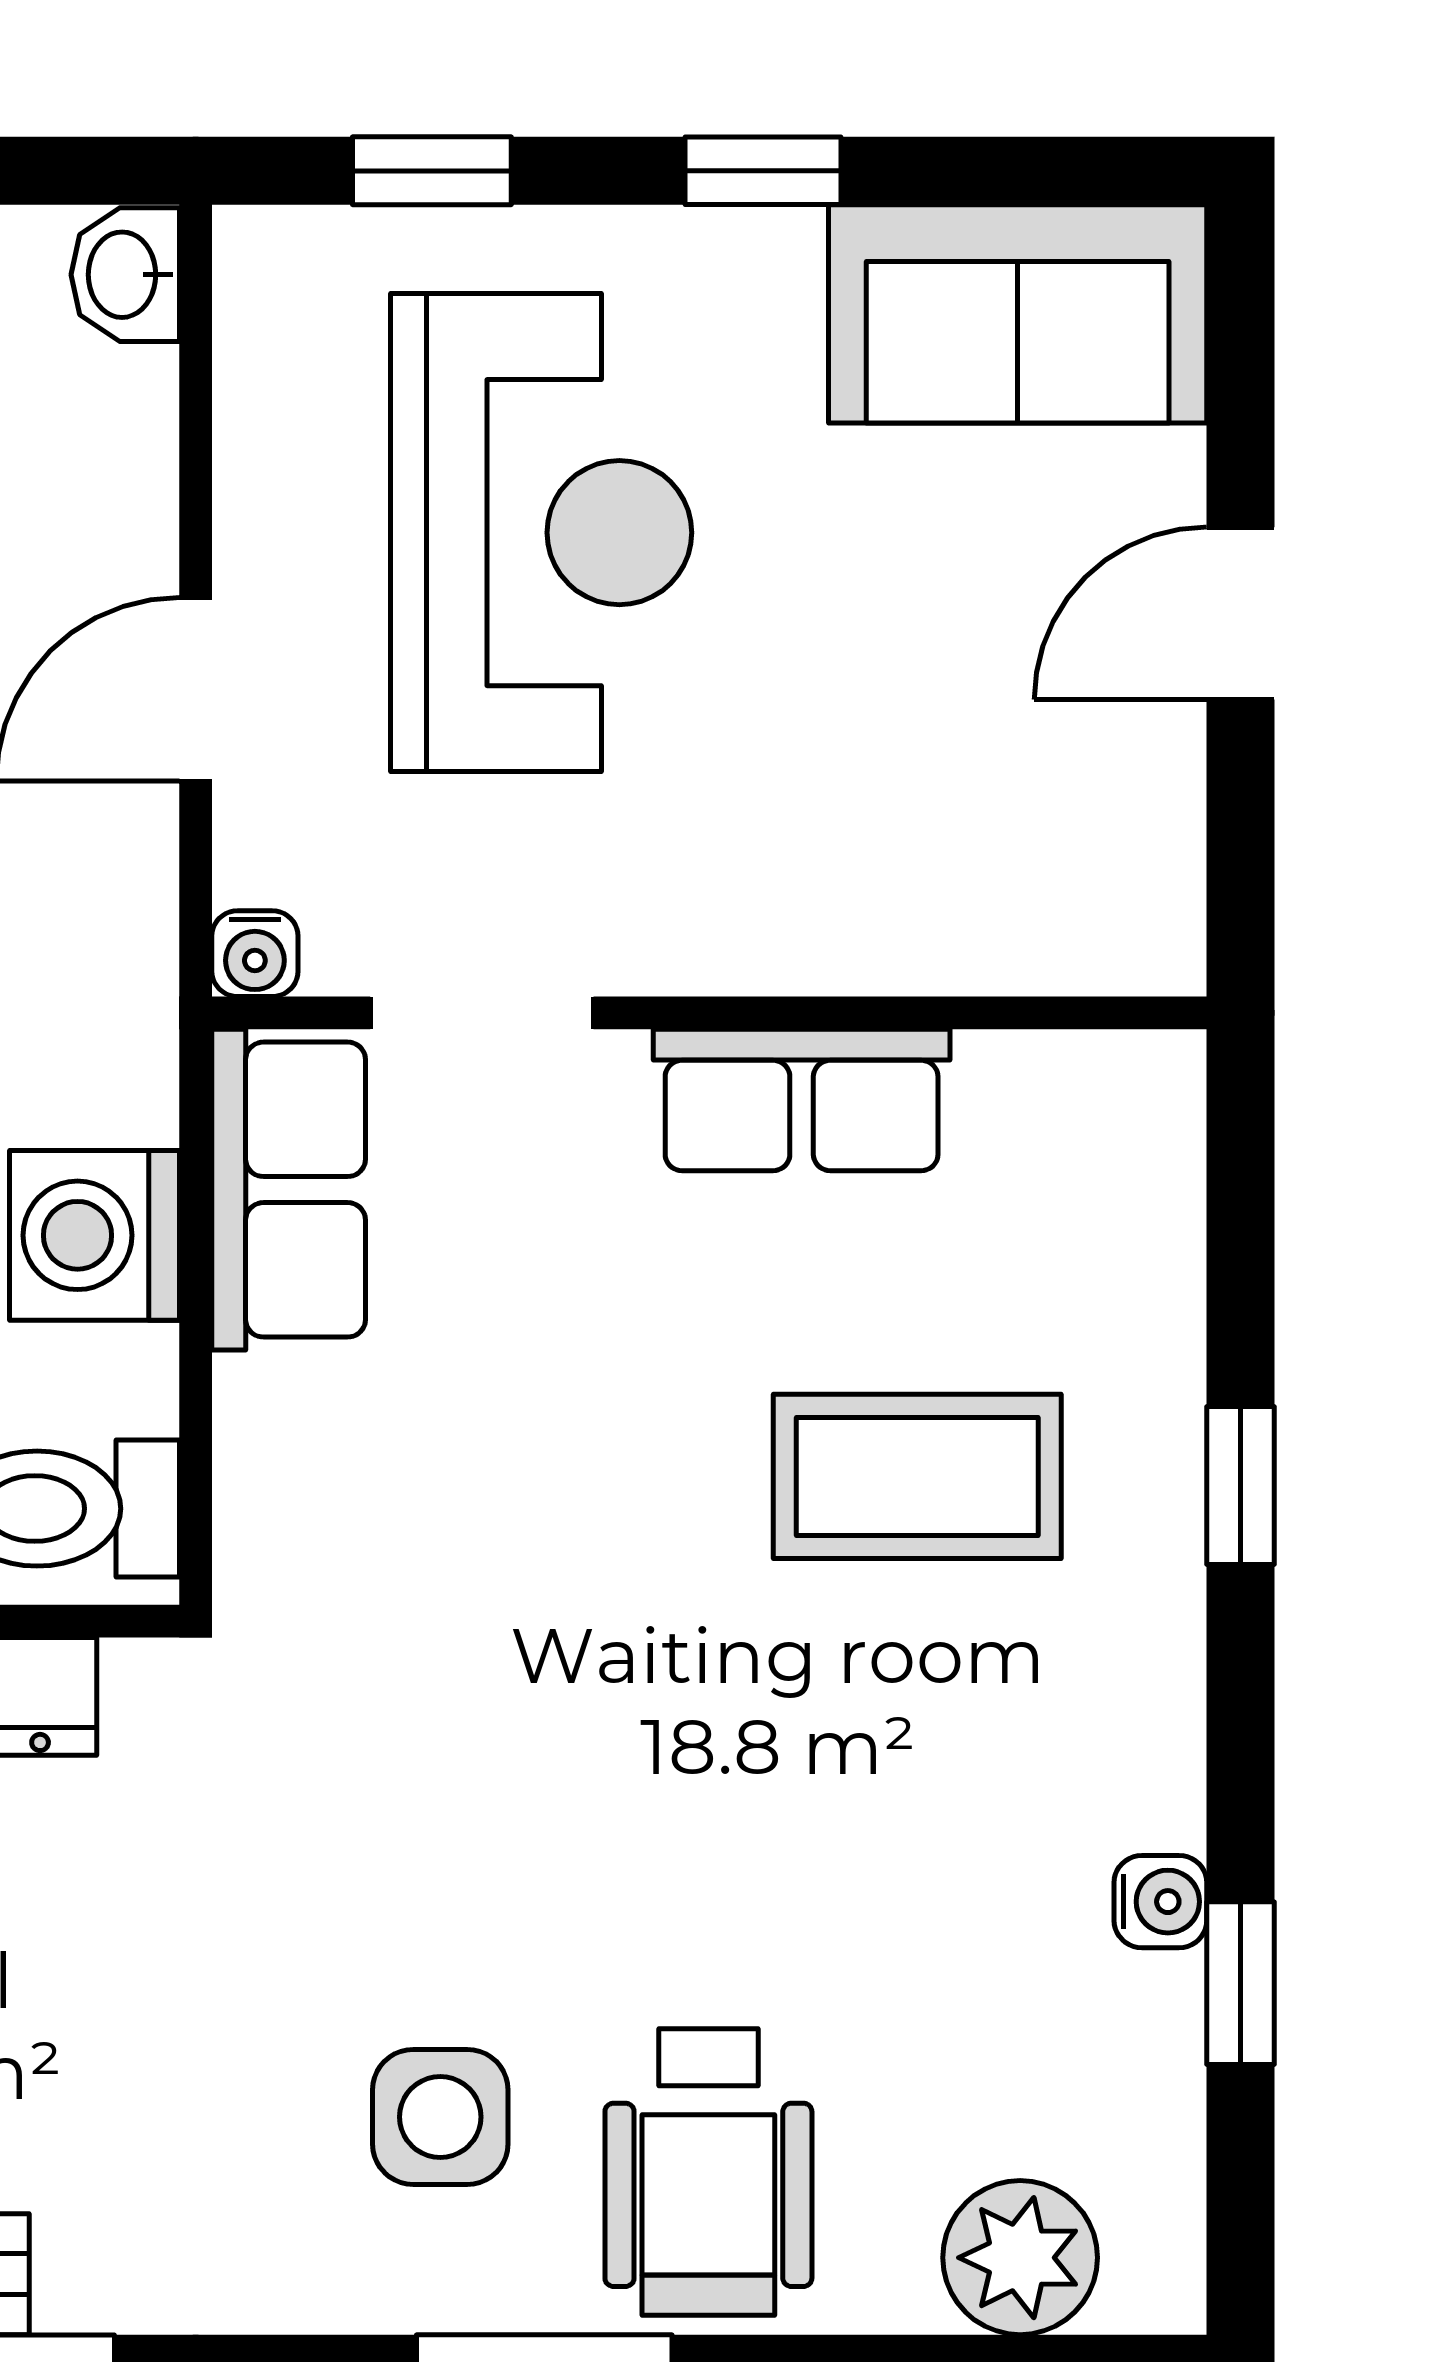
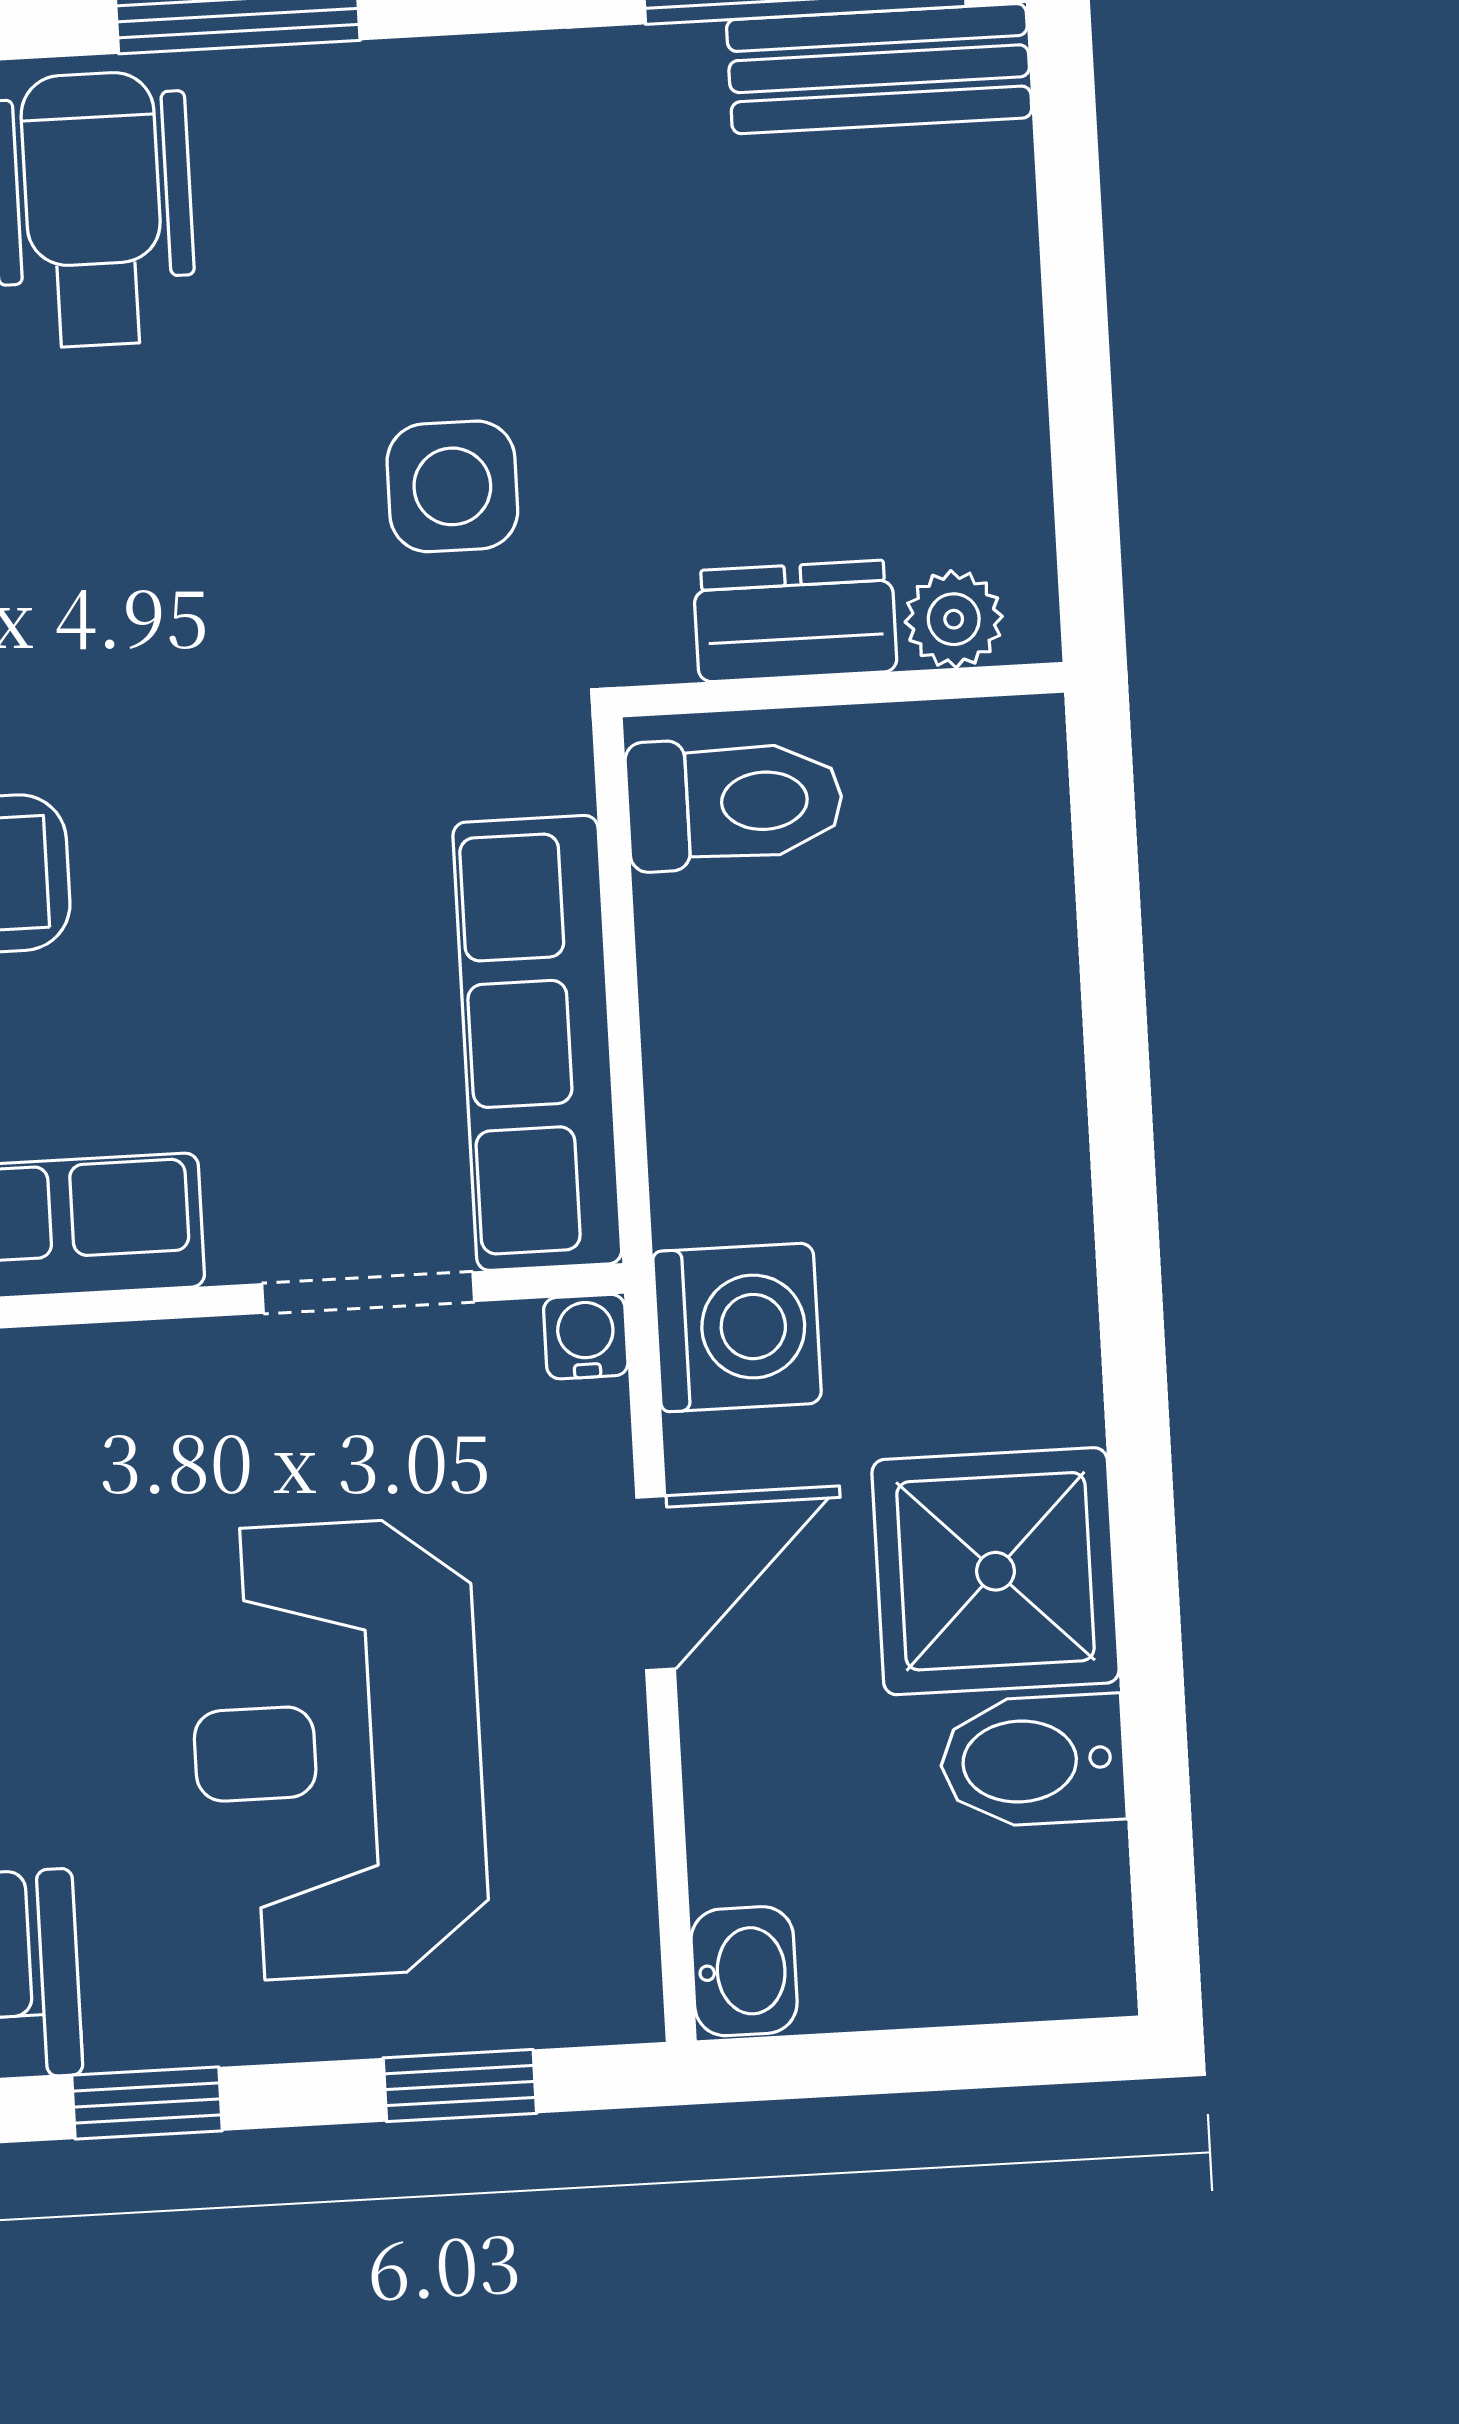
row of seats: (289, 1190) -> (537, 1043), width x1.48
washing machine: (94, 1235) -> (737, 1327), moved
side table: (440, 2117) -> (452, 486), moved

